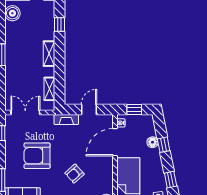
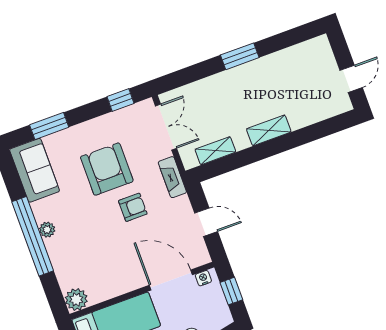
boiler: (12, 13) -> (310, 52), removed
window: (60, 25) -> (319, 130), removed
fireplace: (66, 119) -> (172, 177), moved
armchair: (75, 174) -> (133, 207), moved, turned 132

